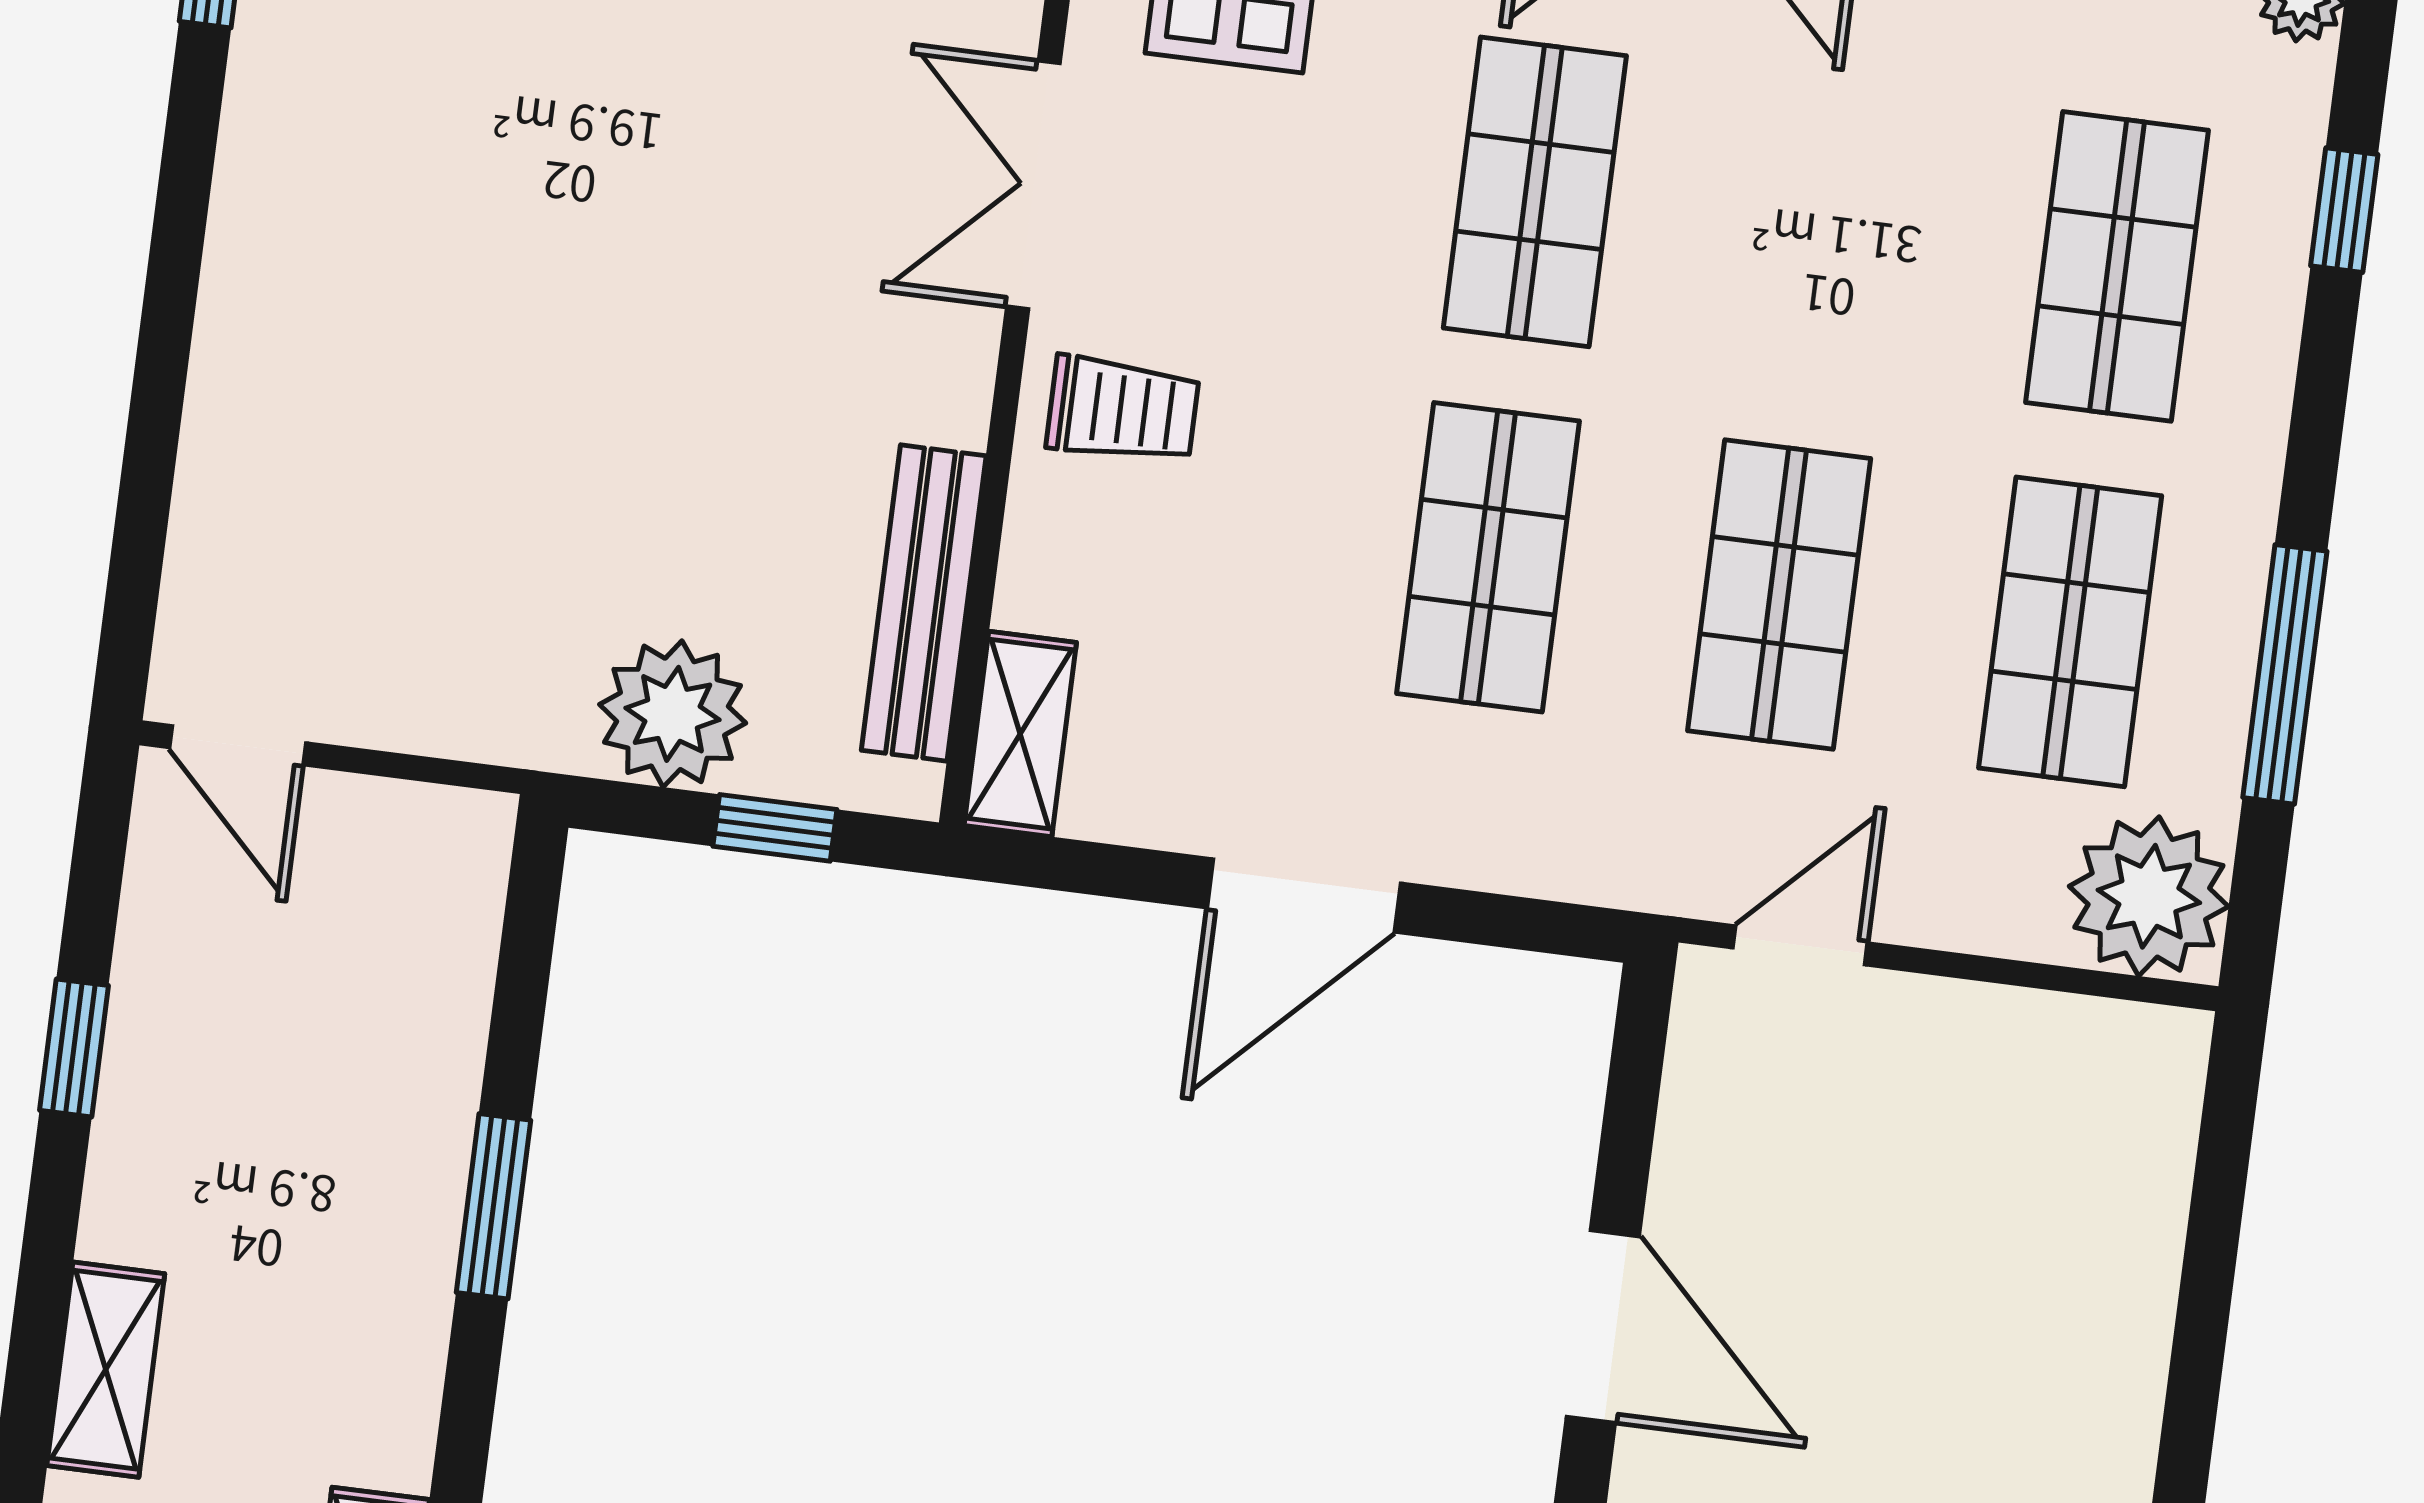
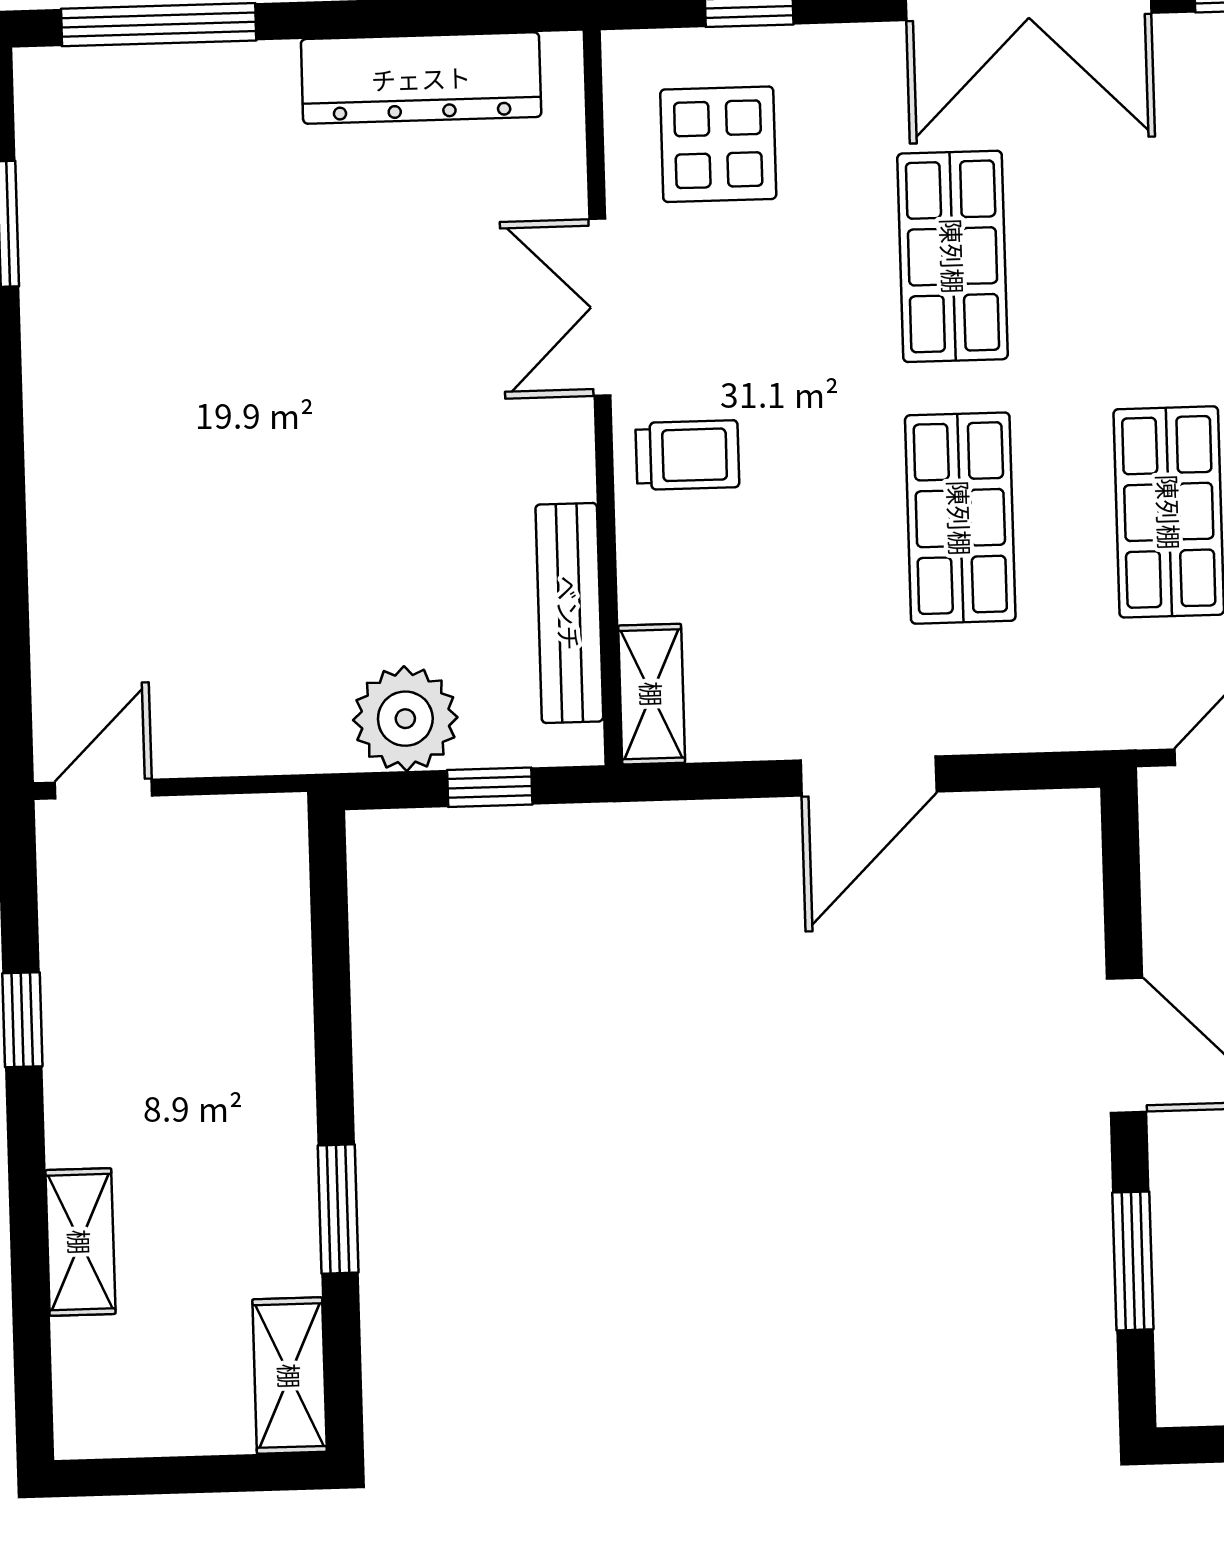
door: (238, 745) -> (104, 789), swing flipped
window: (493, 1206) -> (338, 1209), moved

